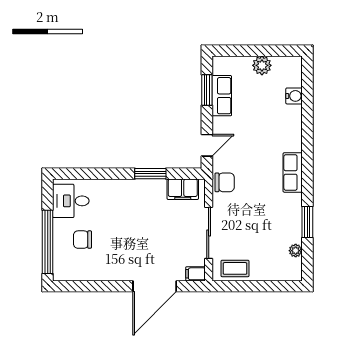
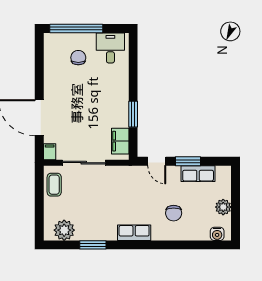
window: (207, 90) -> (188, 161), moved
water cooler: (294, 96) -> (217, 234), moved
chair: (225, 182) -> (174, 213), moved
plant: (296, 251) -> (64, 230), width x1.87, depth x1.87

